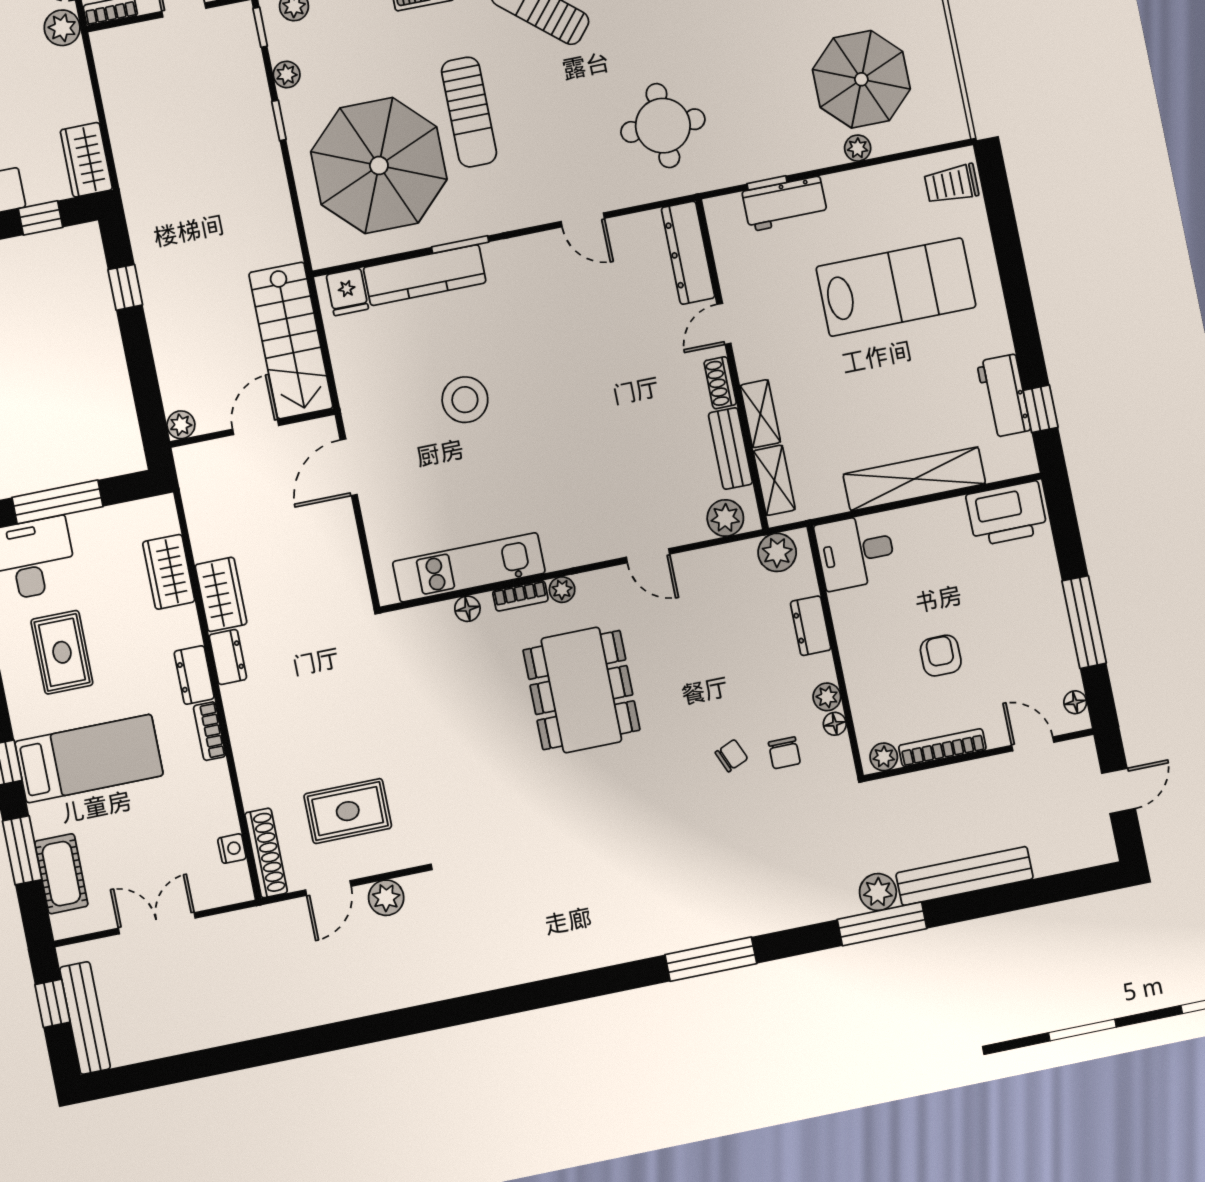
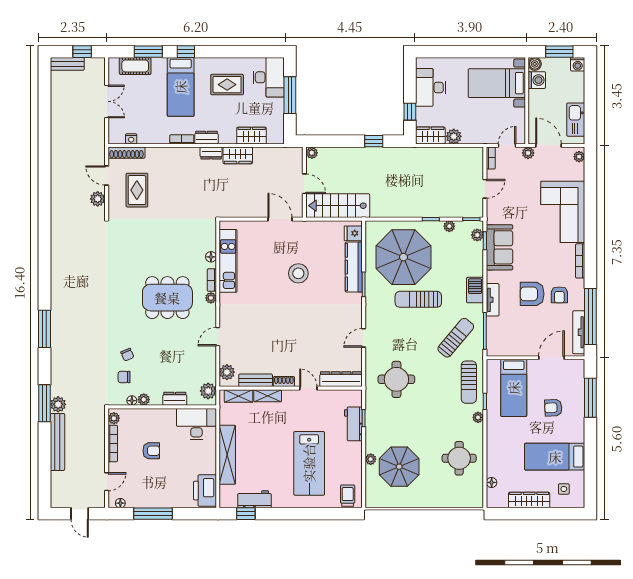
plant: (62, 28) -> (454, 136), moved
desk: (856, 552) -> (196, 424), width x1.37
bench: (85, 1018) -> (67, 64), width x0.73

